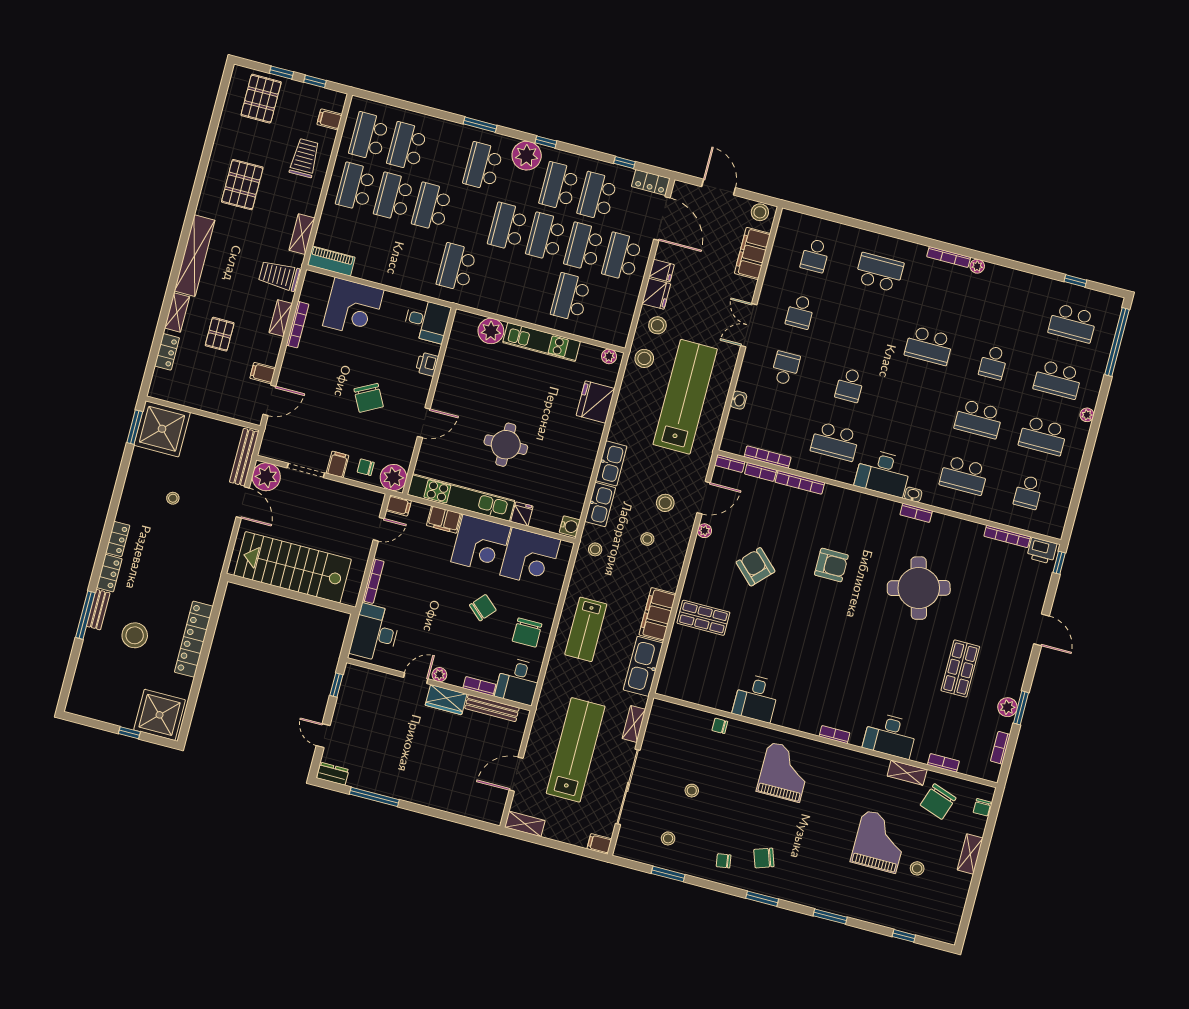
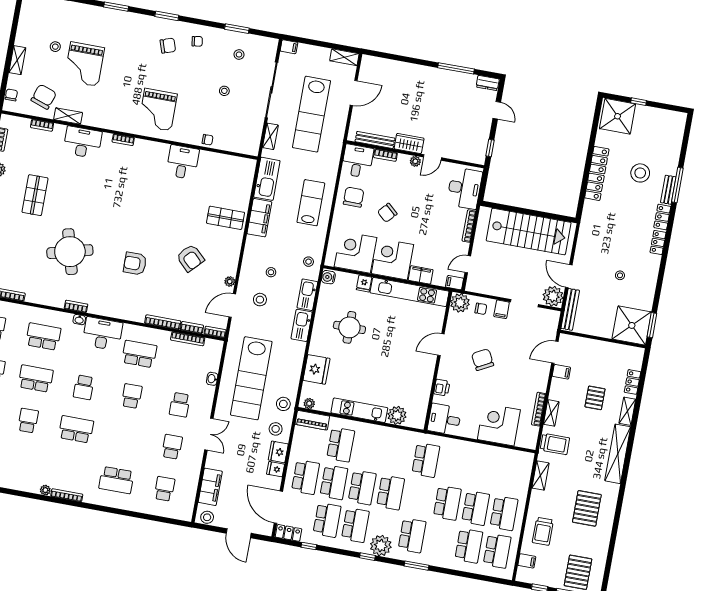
piano: (331, 261) -> (312, 420), moved
school desk: (914, 402) -> (84, 387), added
round table: (506, 445) -> (349, 327), moved

